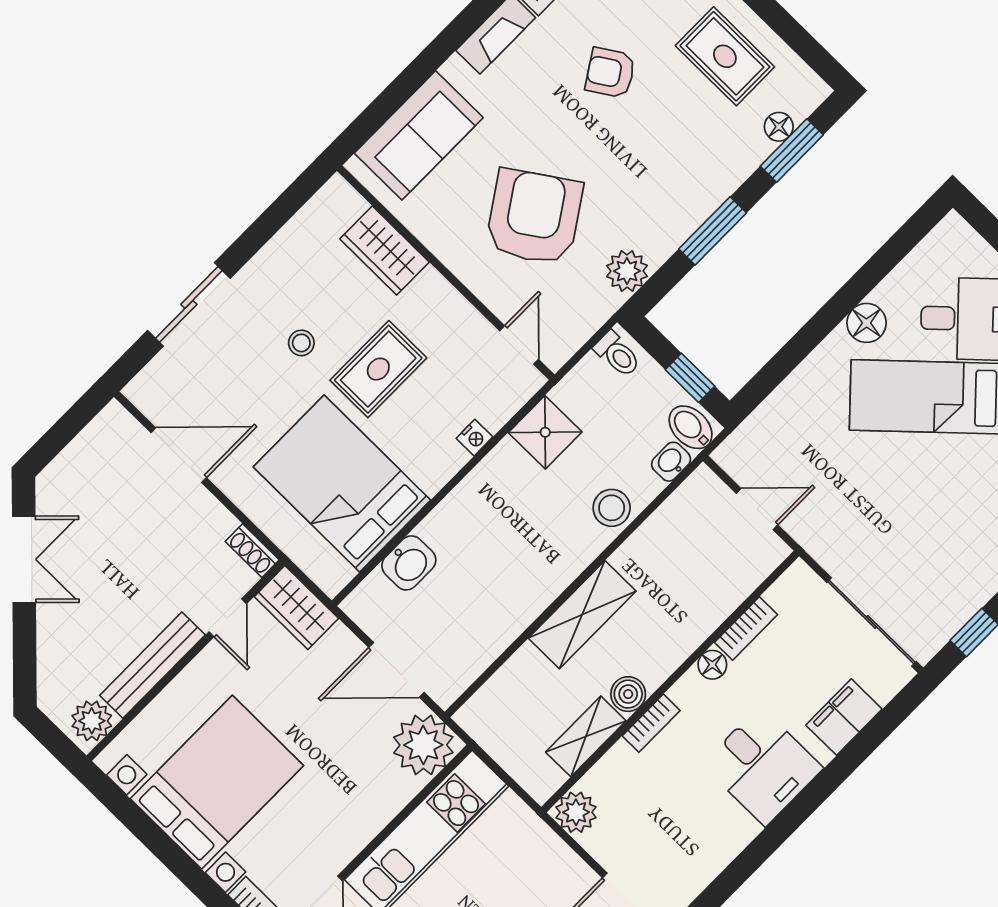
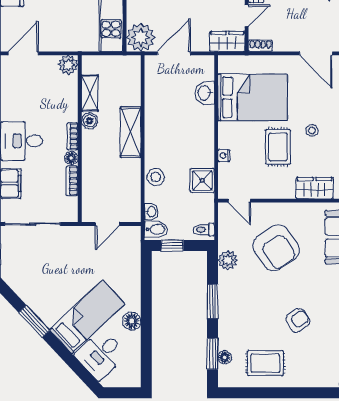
door: (179, 455) -> (316, 53), hinge flipped
door: (228, 618) -> (247, 16), swing flipped
bookcase: (651, 723) -> (72, 136), moved

